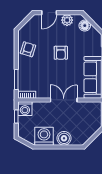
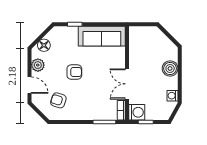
armchair: (28, 49) -> (58, 100), moved
double door: (64, 100) -> (127, 84), moved
washing machine: (44, 136) -> (172, 96), width x0.53, depth x0.53

